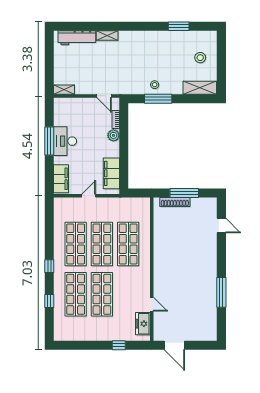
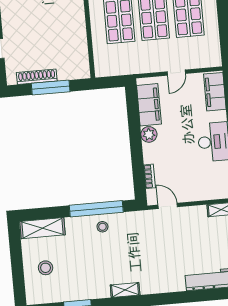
shelving: (107, 36) -> (125, 290), moved
window: (158, 99) -> (96, 209), width x1.46
plant: (113, 135) -> (149, 134), moved
shoe rack: (175, 202) -> (37, 77), moved

